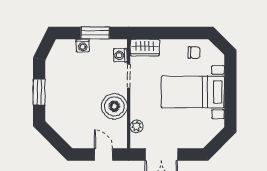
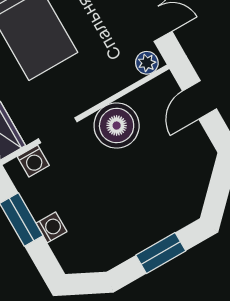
plant: (137, 126) -> (147, 63), moved

